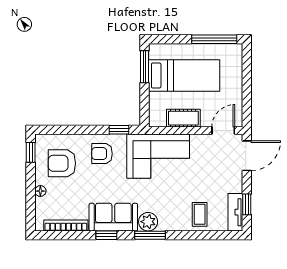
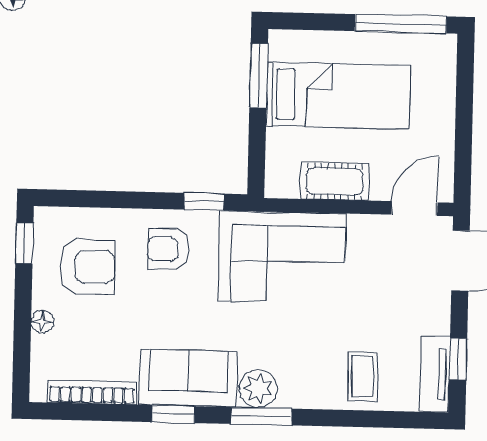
armchair: (62, 163) -> (87, 267), turned 180

